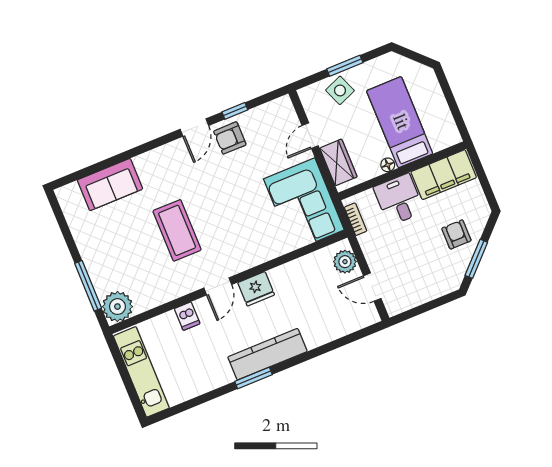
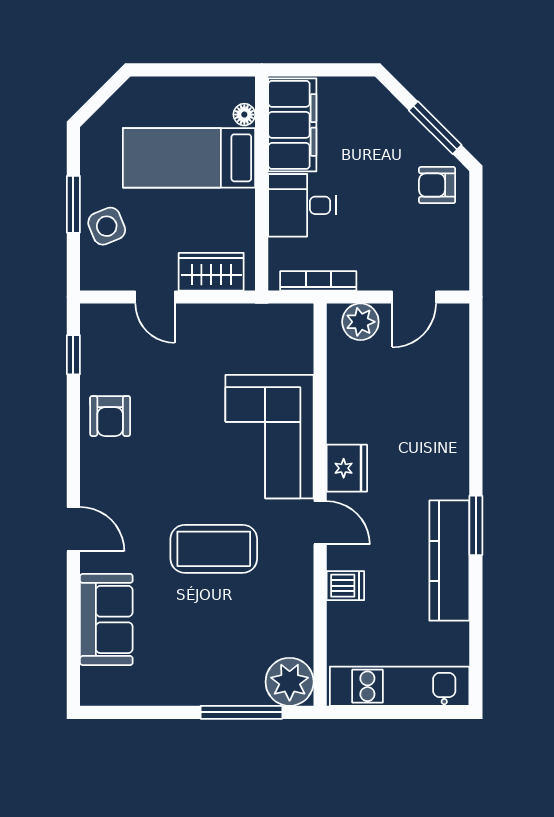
window: (235, 111) -> (73, 355), moved
door: (194, 127) -> (73, 529), moved
floor lamp: (388, 165) -> (244, 115), moved
corner sofa: (304, 204) -> (270, 437), moved, turned 90
bookcase: (355, 219) -> (318, 281), width x1.56
armchair: (456, 234) -> (437, 185), moved
kitchen counter: (267, 354) -> (449, 561), moved

